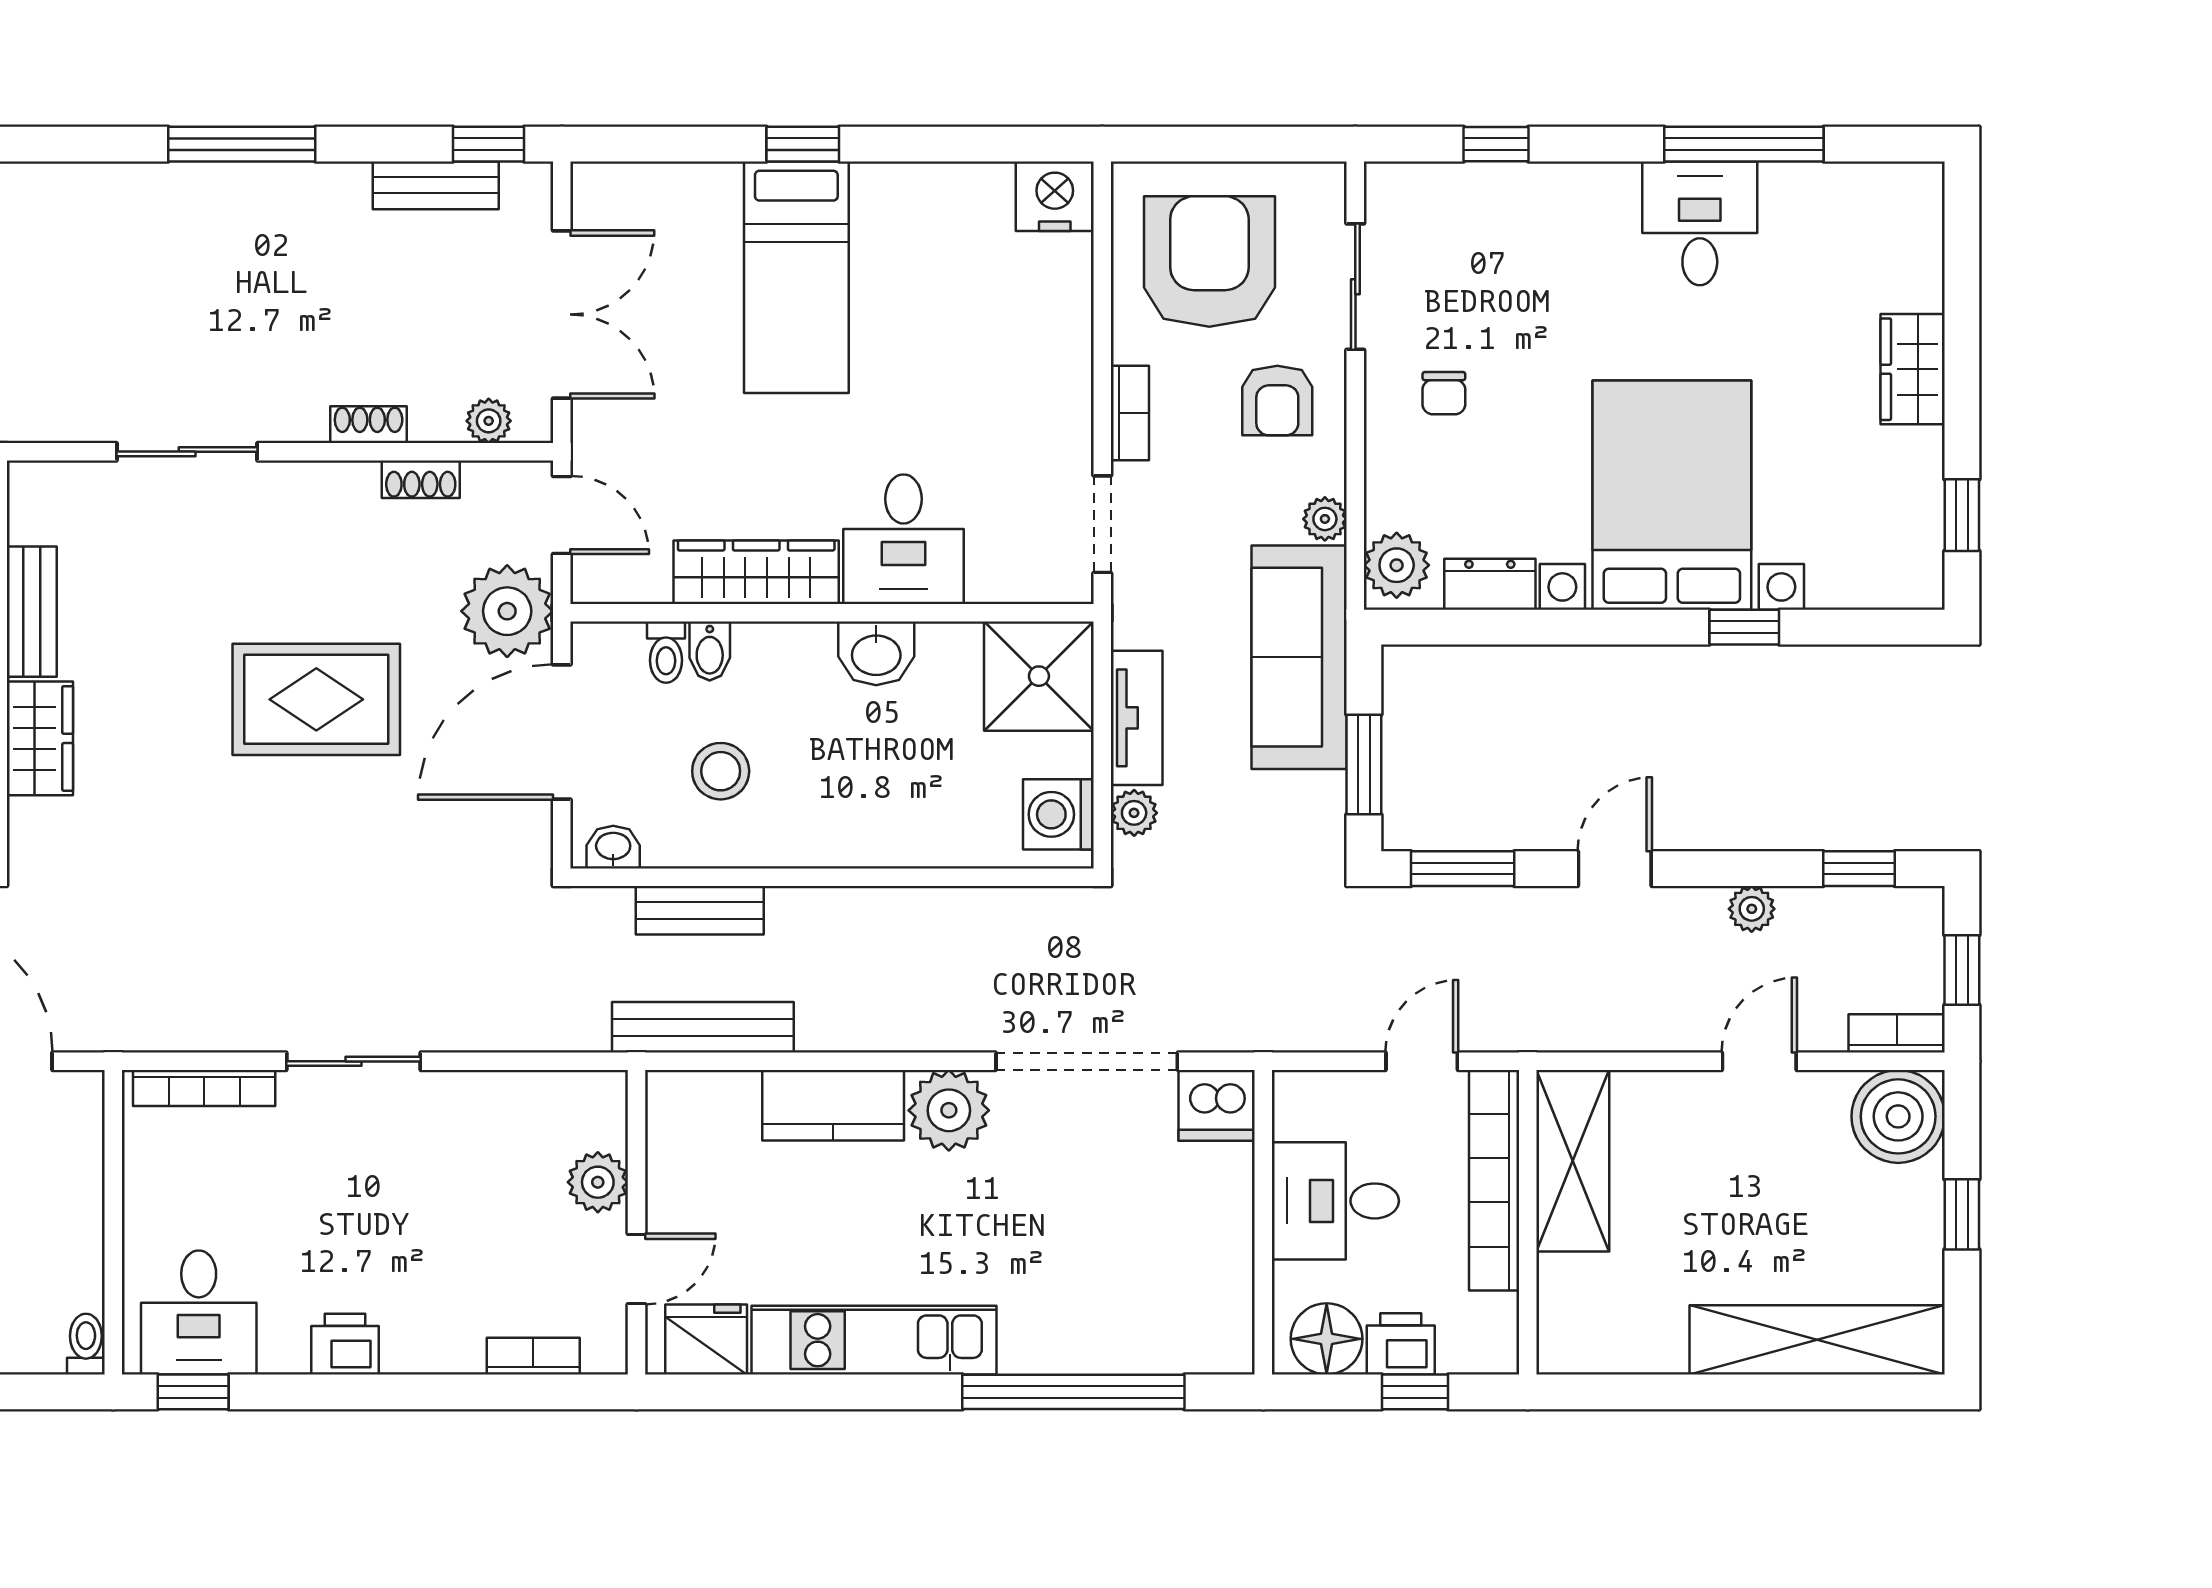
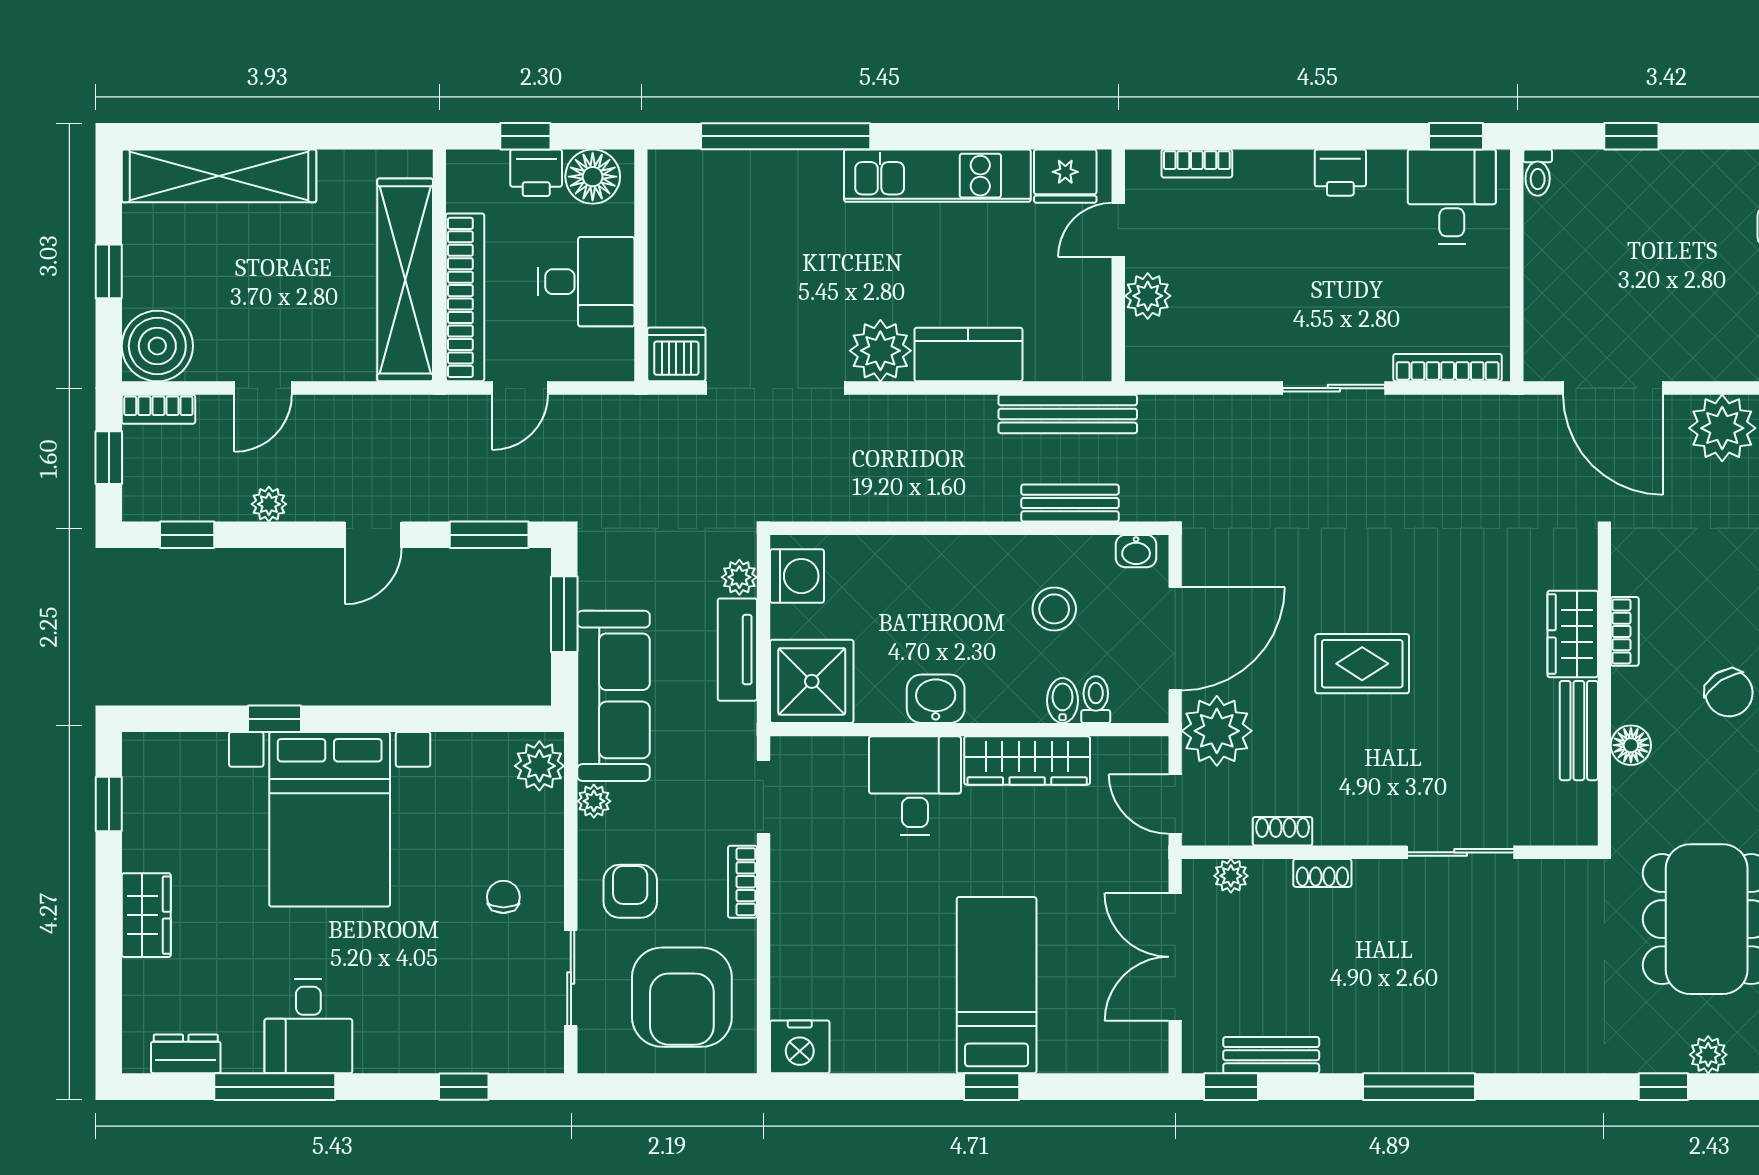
dresser: (1490, 584) -> (186, 1054), moved, turned 180
rug: (316, 699) -> (1362, 664), width x0.73, depth x0.70
shelving: (1573, 1161) -> (405, 280), width x1.47

